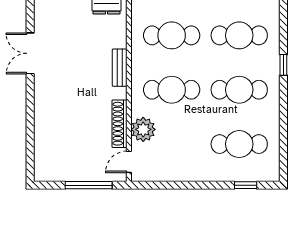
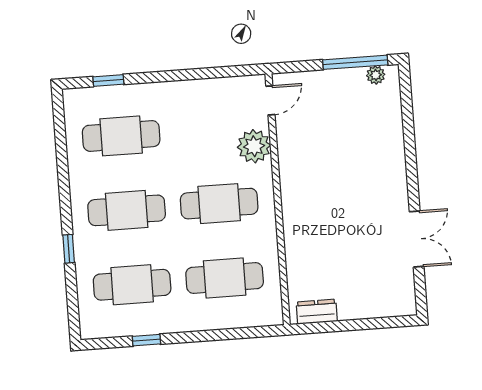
bench: (120, 68) -> (293, 229), removed
shoe rack: (119, 124) -> (287, 152), removed
plant: (51, 175) -> (376, 75), added
window: (89, 185) -> (355, 62), moved

